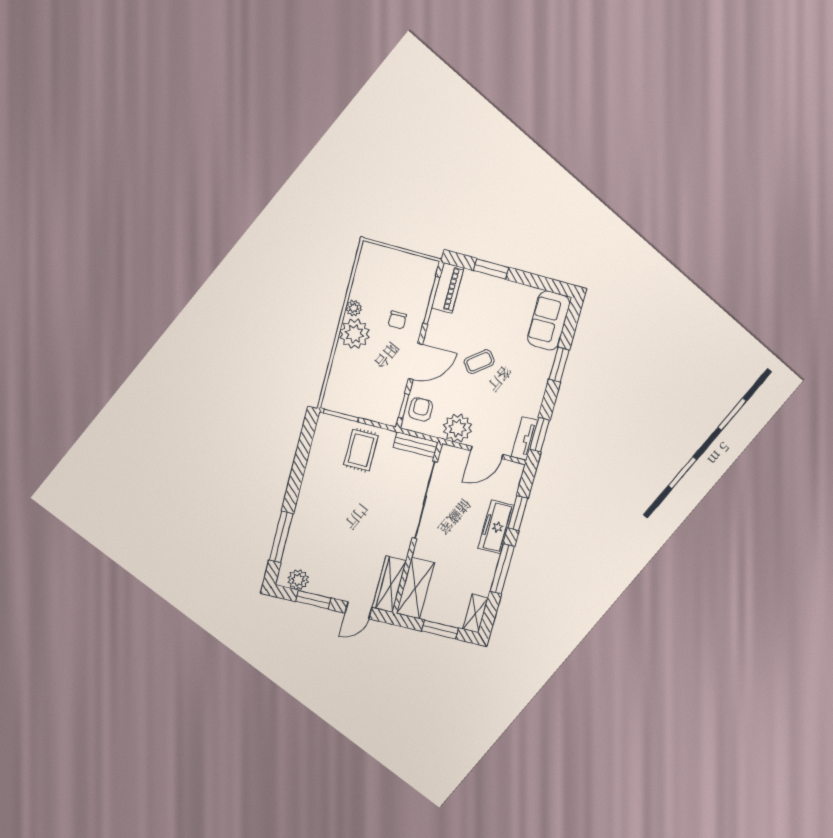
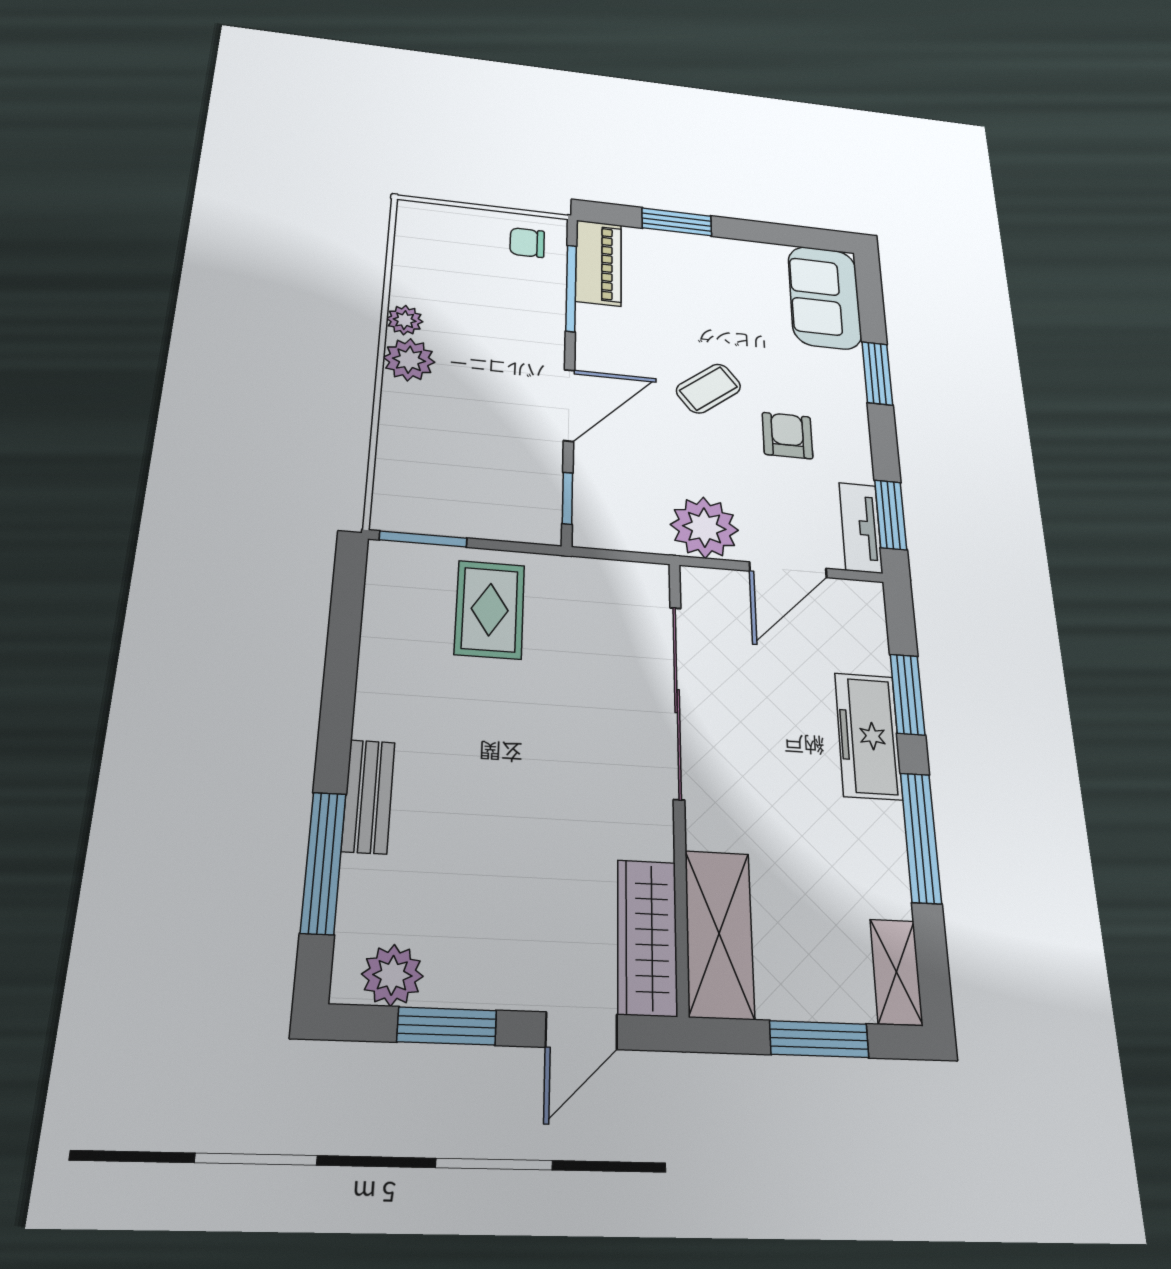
chair: (397, 320) -> (527, 243), moved, turned 90
plant: (355, 334) -> (409, 360), width x0.73, depth x0.73
armchair: (421, 409) -> (787, 436), moved
bench: (416, 445) -> (368, 796), moved, turned 90

